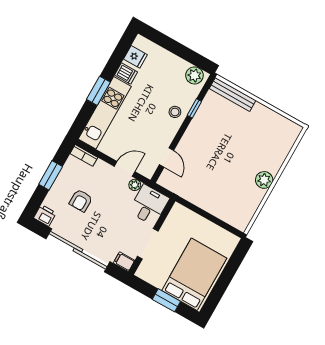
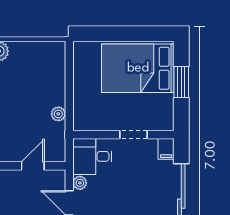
plant: (194, 198) -> (58, 114), added
doorway: (148, 244) -> (133, 135), width x0.73

